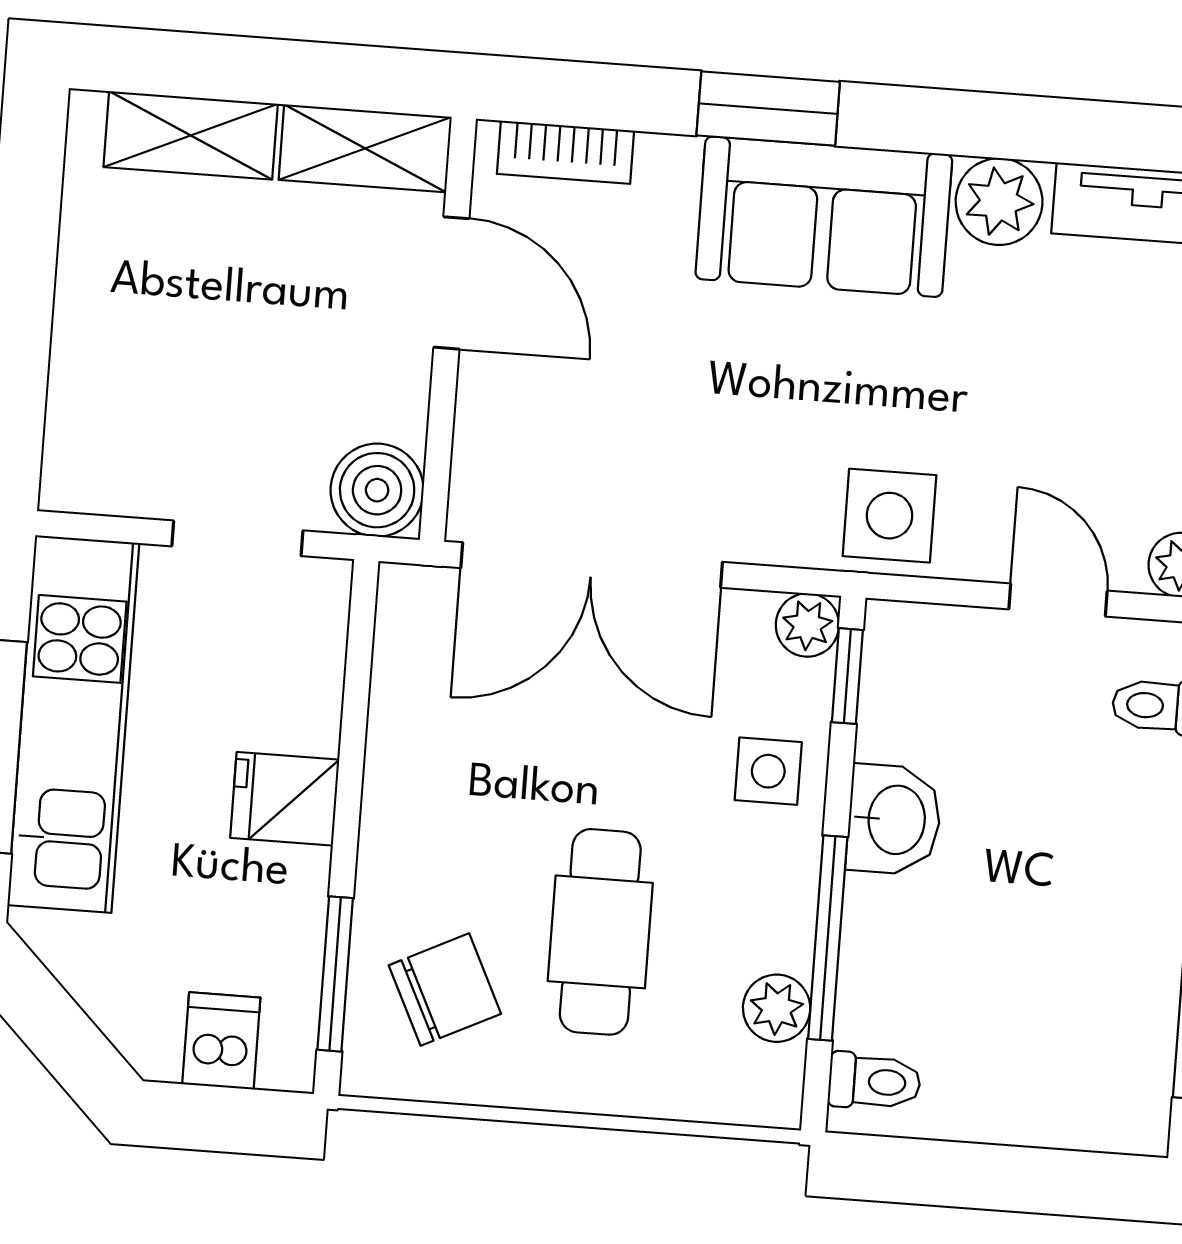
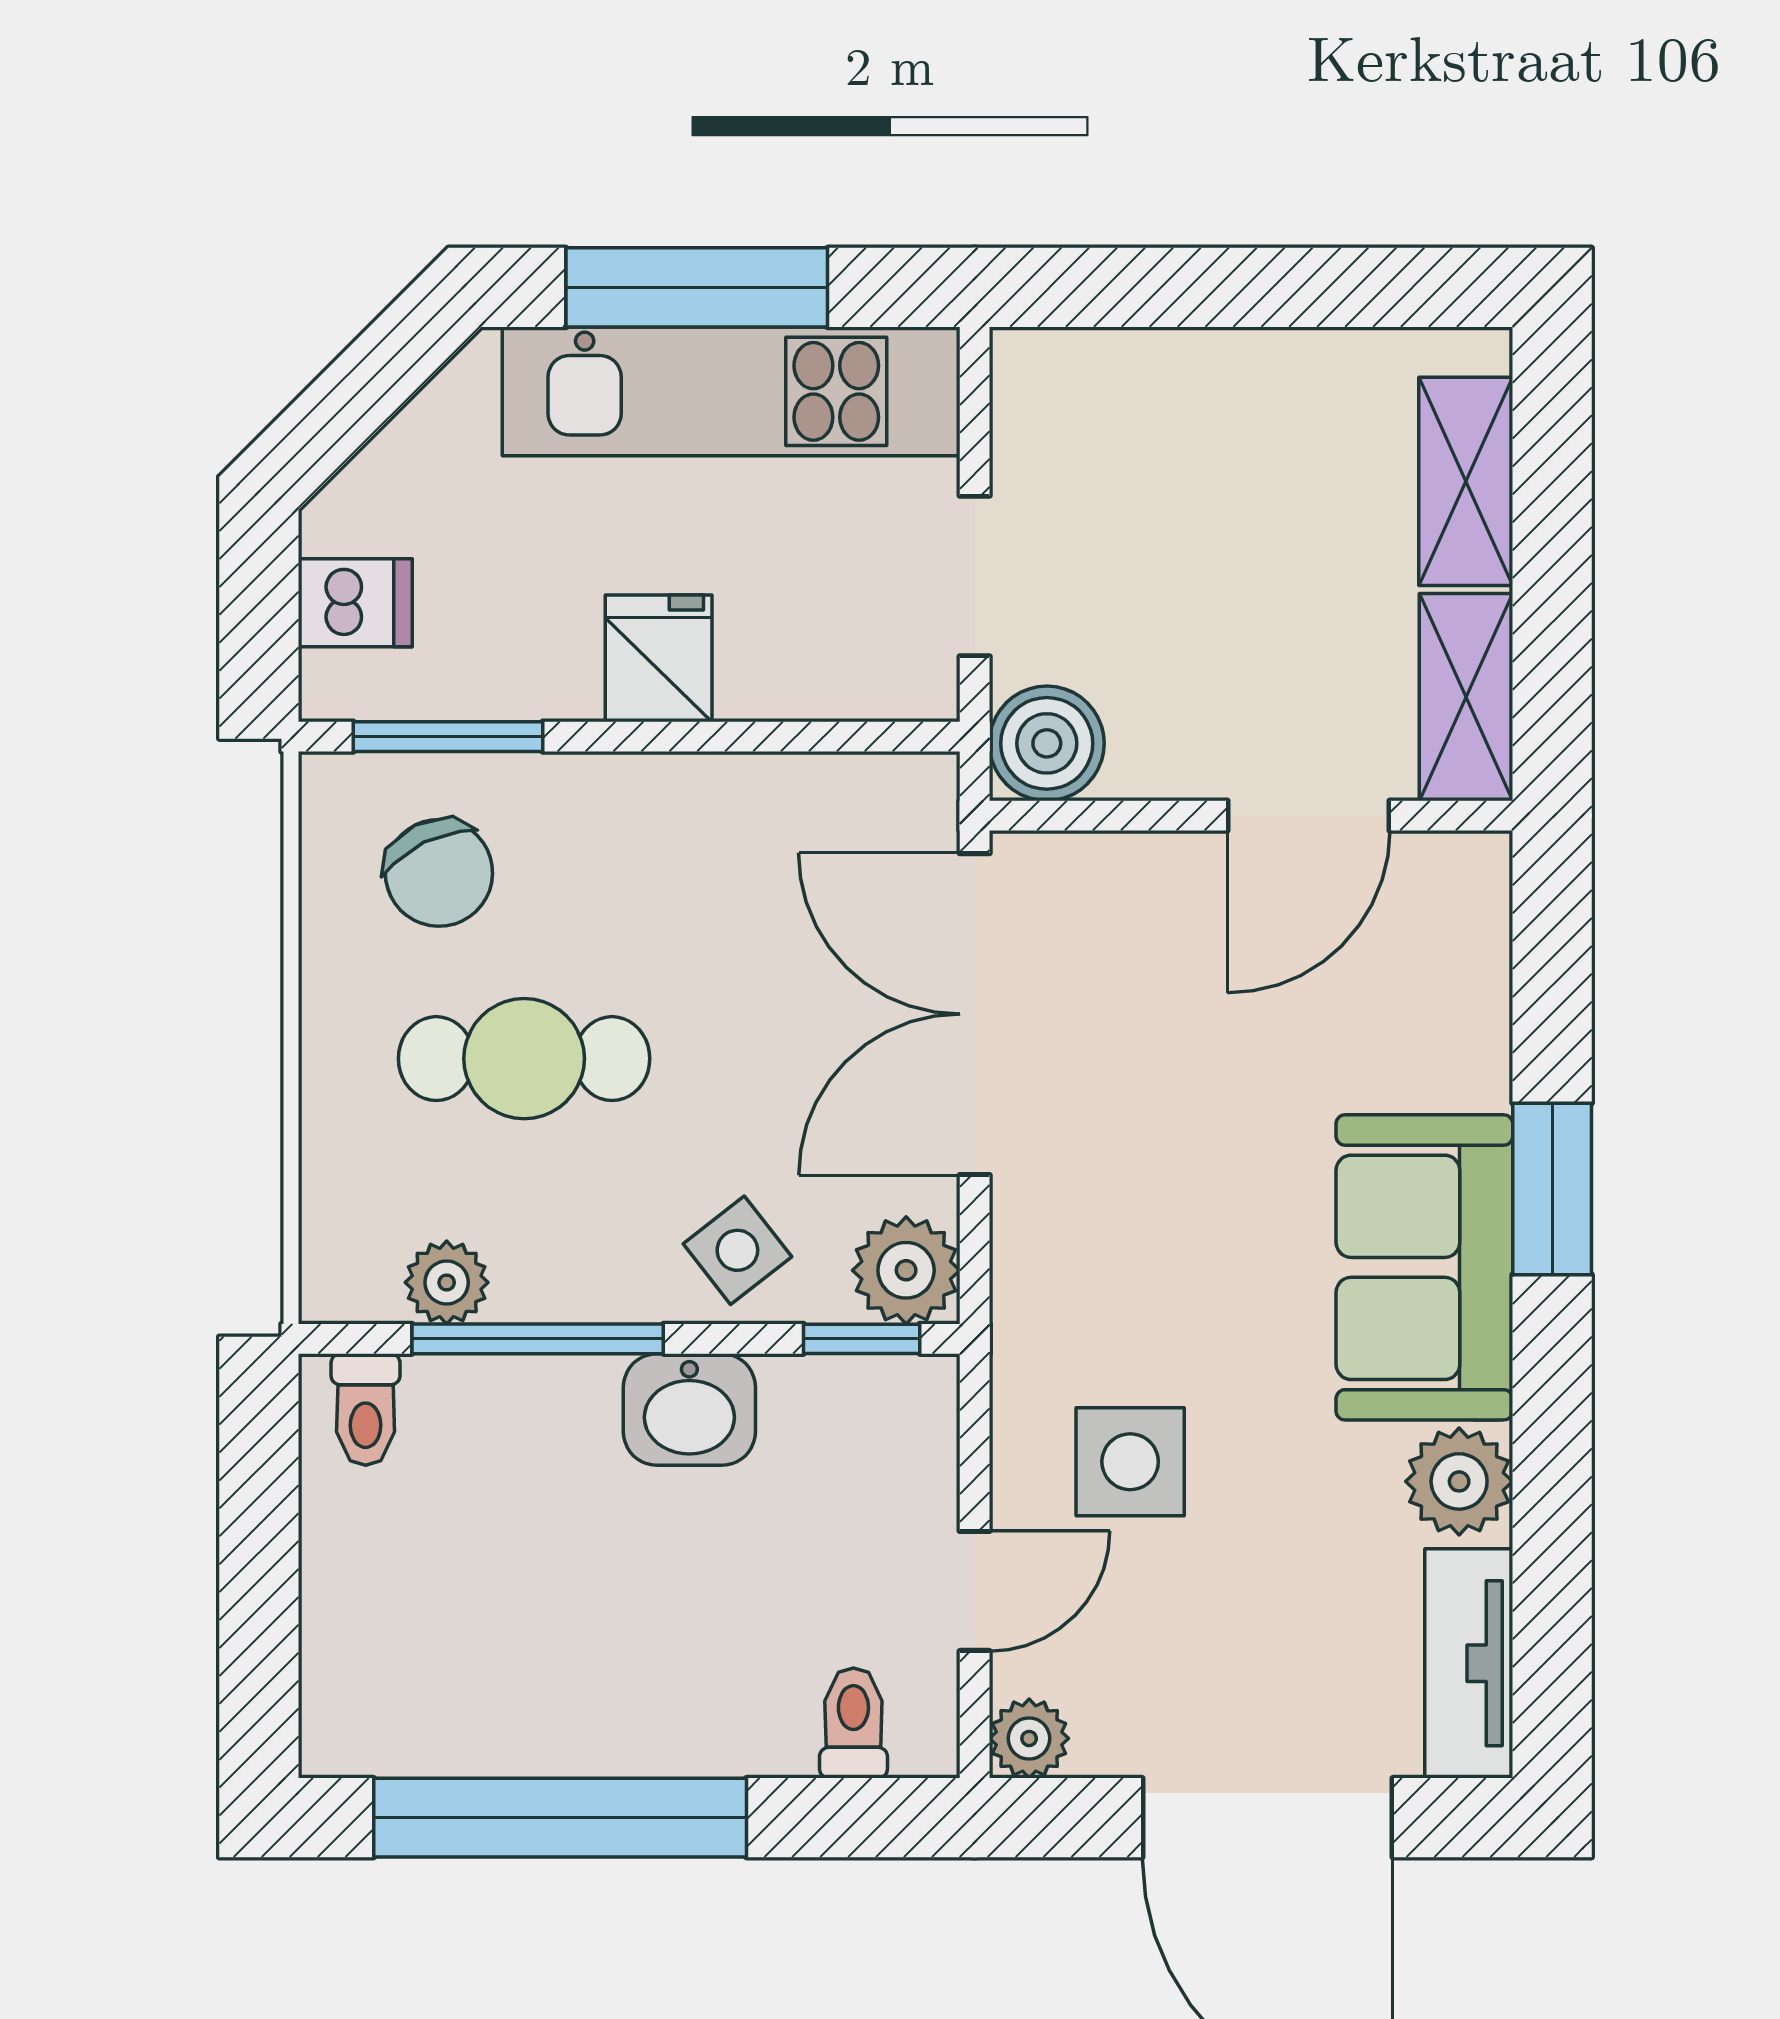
bookcase: (565, 152) -> (1480, 944), removed
side table: (890, 516) -> (1130, 1462), moved
plant: (807, 625) -> (906, 1270), width x1.38, depth x1.38
side table: (768, 771) -> (737, 1250), turned -38

